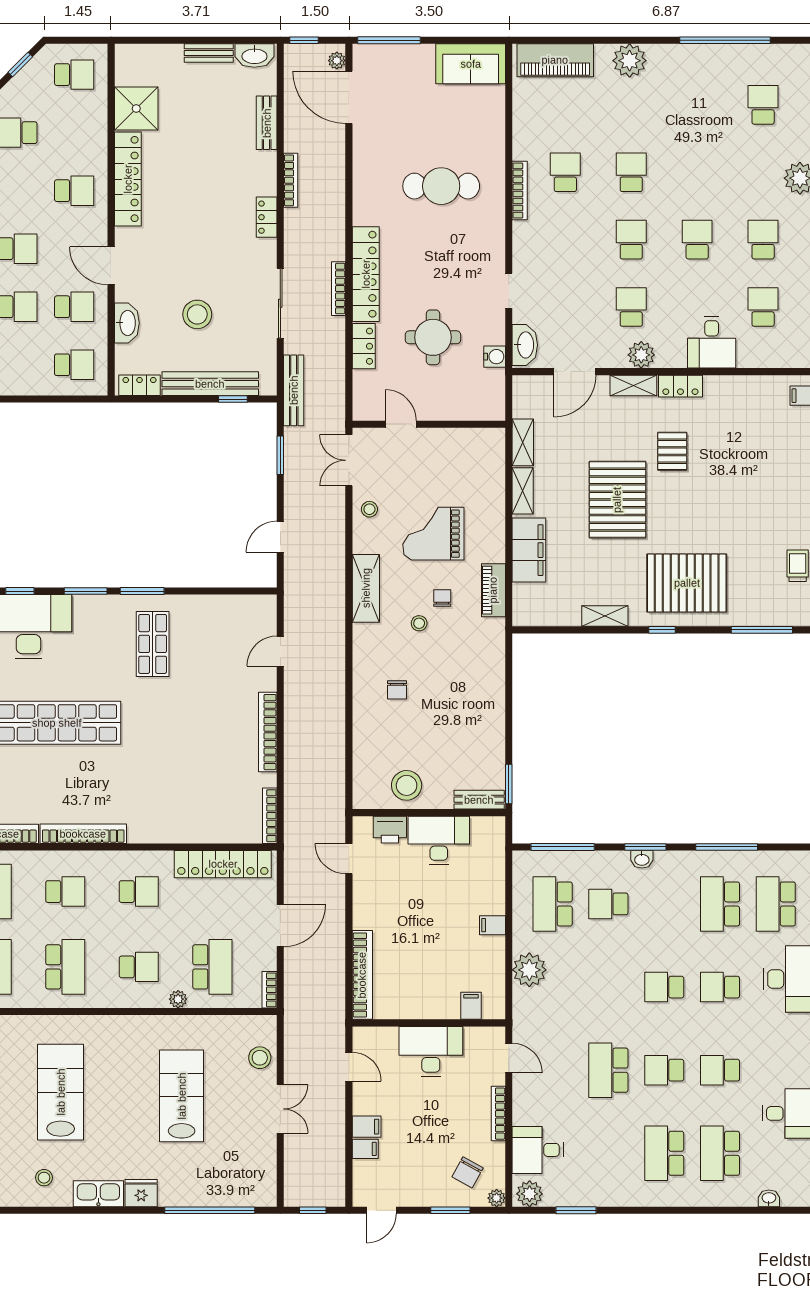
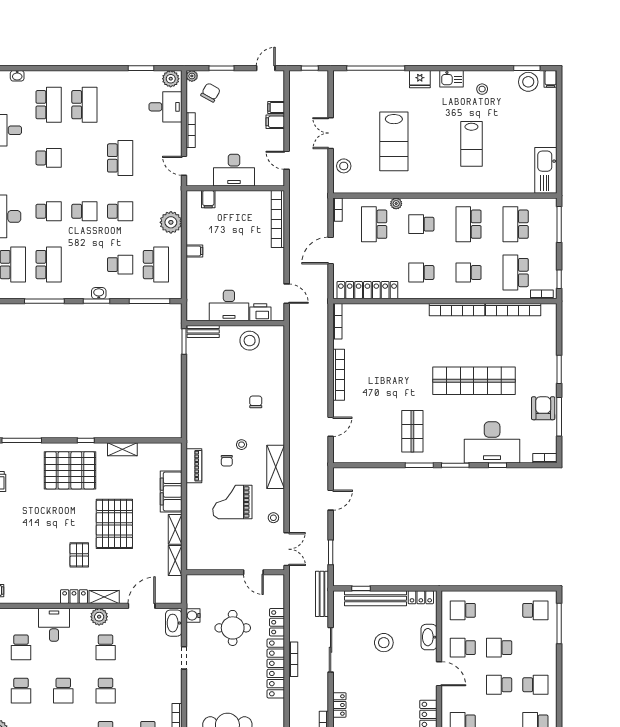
grand piano: (433, 534) -> (232, 502), turned 180
school desk: (664, 1070) -> (120, 211), moved
lab bench: (61, 1092) -> (471, 144), width x0.73, depth x0.72
kitchen sink: (98, 1194) -> (452, 79), width x0.73

